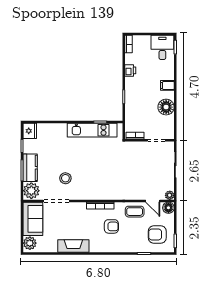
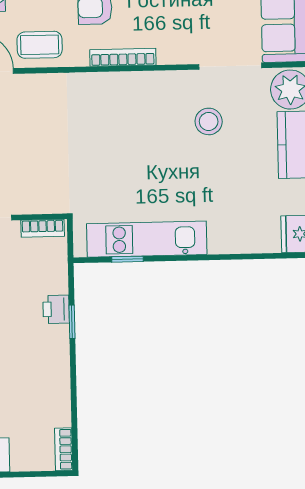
printer: (130, 70) -> (56, 309), moved

